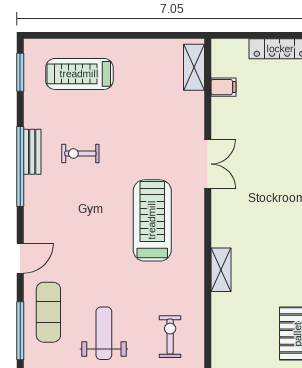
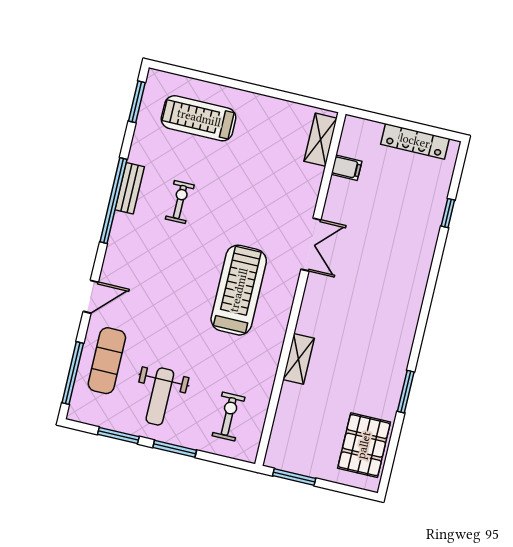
exercise bike: (80, 154) -> (180, 202), turned 90
weight bench: (104, 333) -> (160, 397), turned 180

